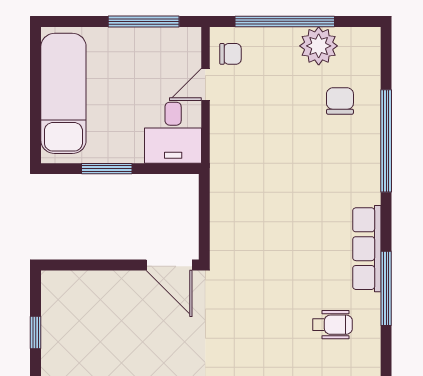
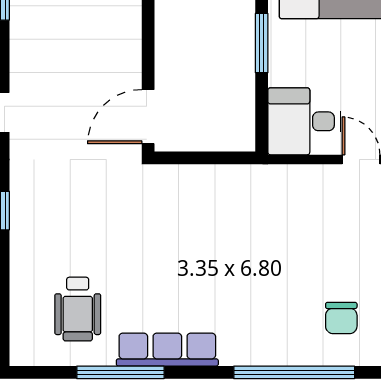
chair: (340, 101) -> (341, 318), turned 90
wheelchair: (332, 325) -> (78, 309), width x1.36, depth x1.37

